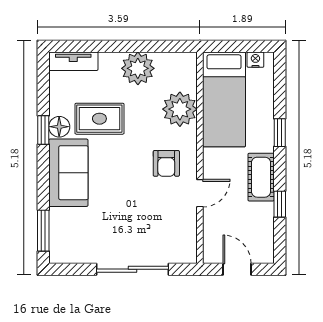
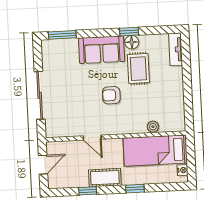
plant: (138, 68) -> (173, 92), removed
plant: (180, 109) -> (153, 127), width x0.53, depth x0.53
armchair: (166, 163) -> (111, 95), moved

